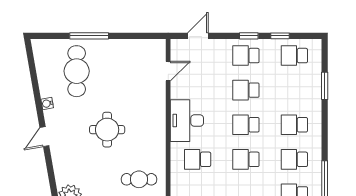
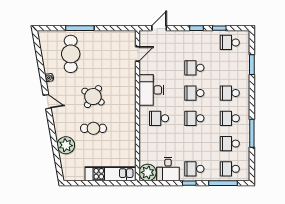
school desk: (246, 56) -> (194, 42), removed
round table: (107, 130) -> (93, 97), turned 34
door: (44, 137) -> (47, 102), swing flipped
cafe table: (139, 179) -> (93, 128), moved

